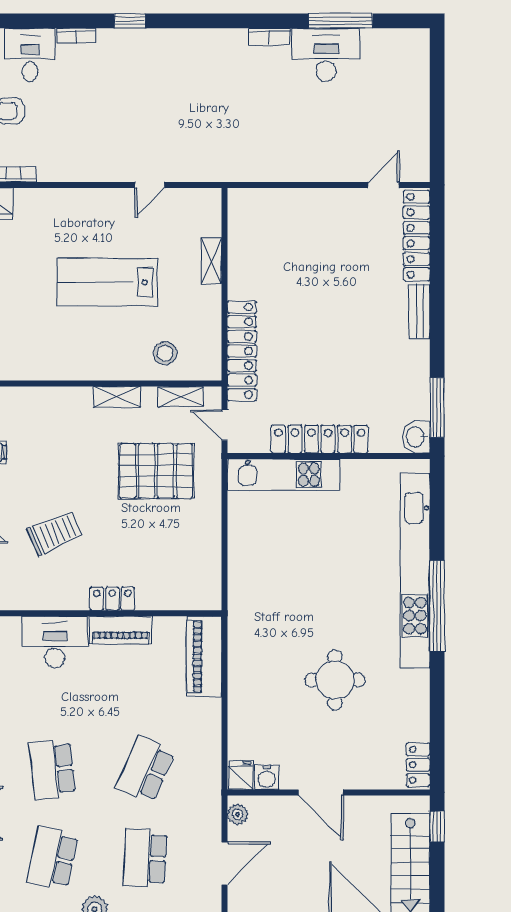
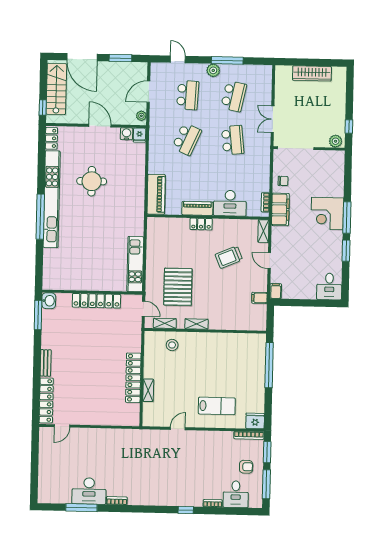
lab bench: (108, 282) -> (217, 406), moved, width x0.73, depth x0.72
locker: (242, 351) -> (133, 378), moved
pallet: (156, 471) -> (178, 287), turned 90
kitchen unit: (283, 475) -> (135, 264), moved, turned -90
kitchen unit: (415, 571) -> (52, 199), moved

